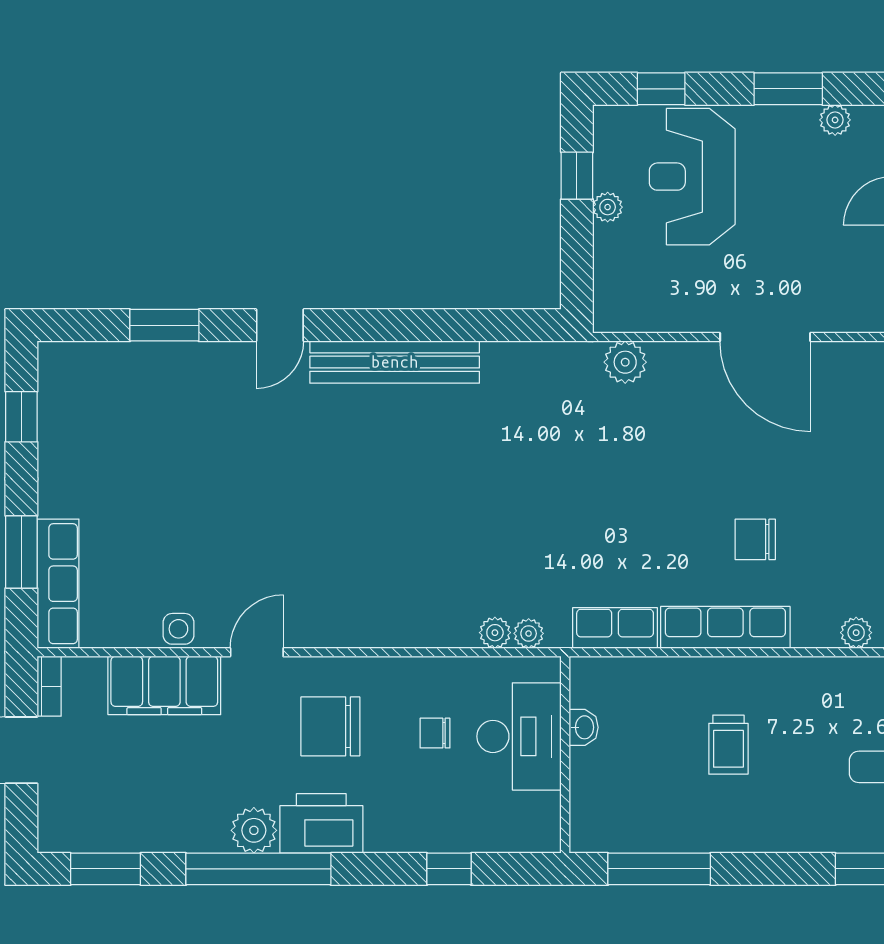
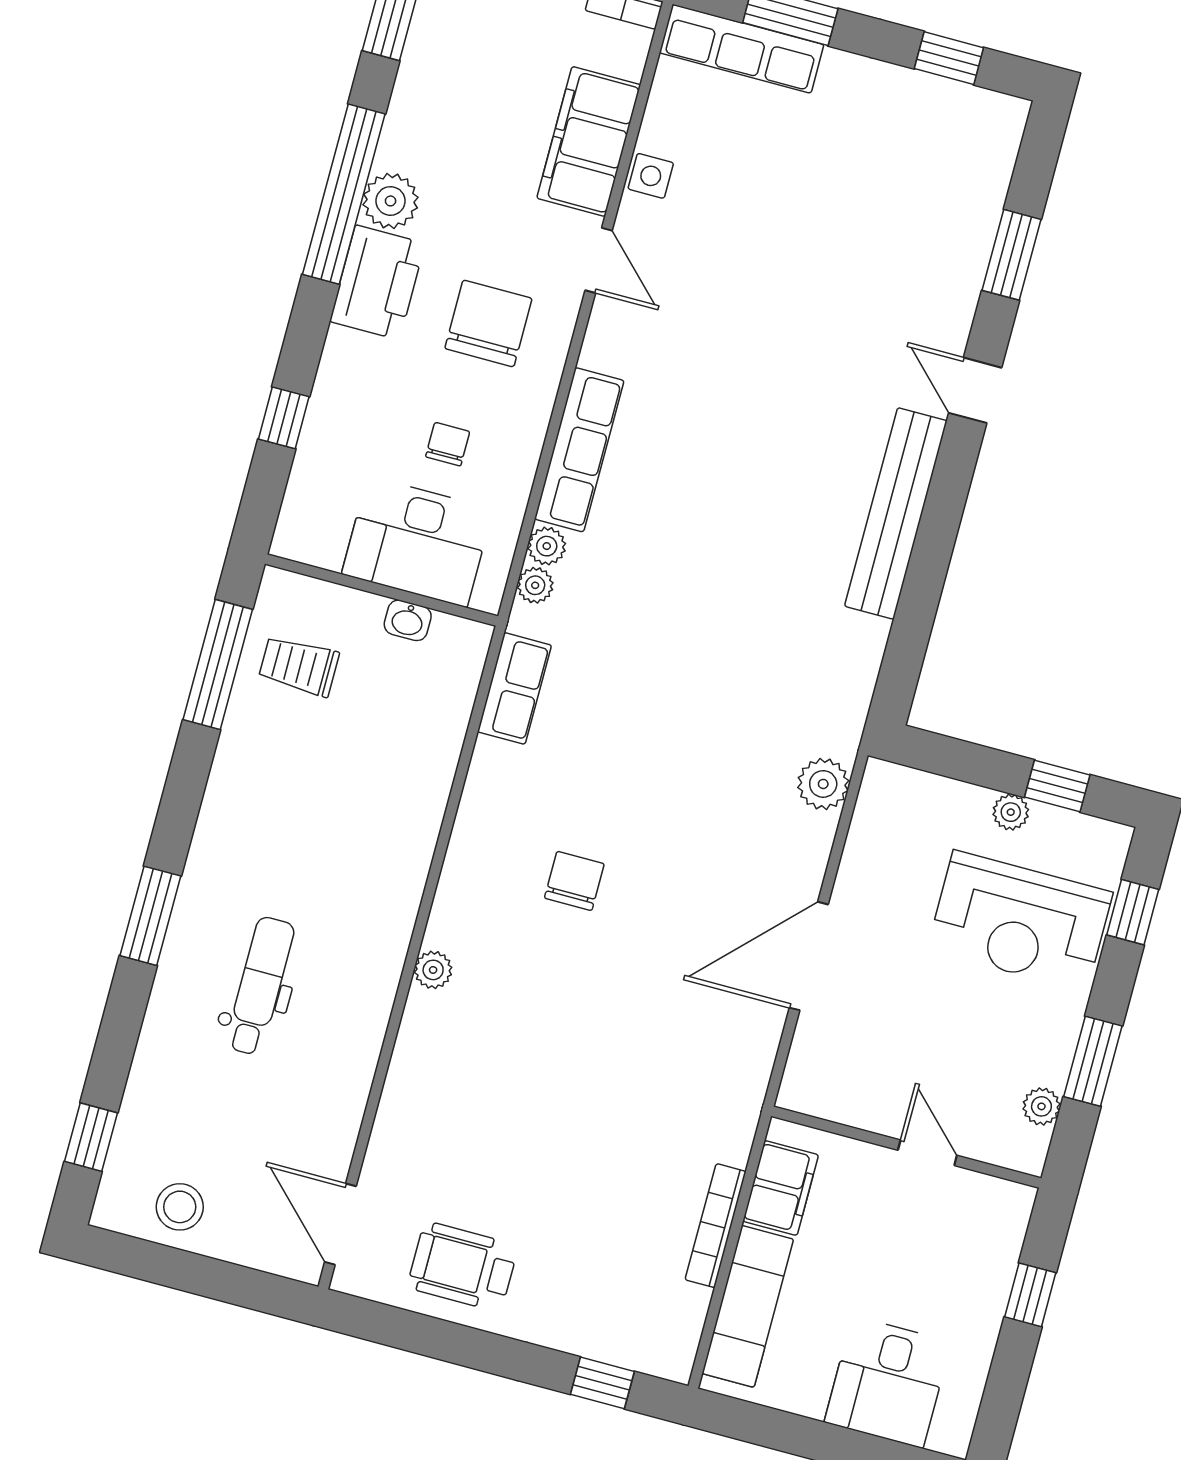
reception desk: (692, 177) -> (1020, 921), turned 180
row of seats: (725, 627) -> (579, 450), moved
trolley: (728, 745) -> (299, 666), moved

